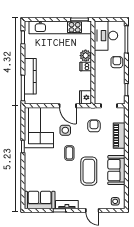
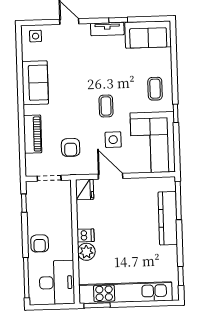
coffee table: (89, 171) -> (155, 89), moved, width x0.54, depth x0.58

